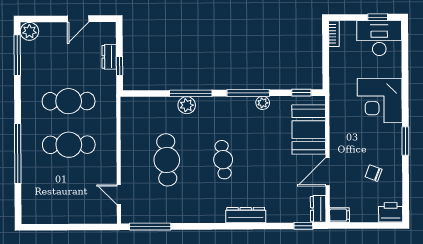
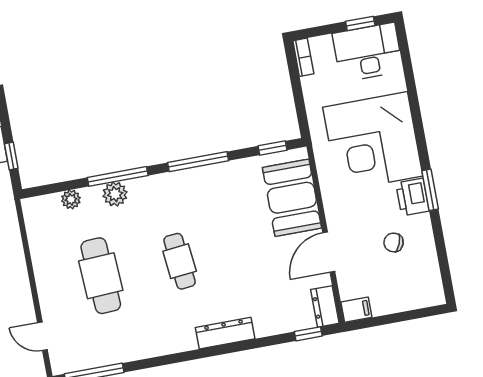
corner desk: (380, 101) -> (373, 142), width x1.36, depth x1.36
plant: (263, 103) -> (71, 199), moved
printer: (391, 212) -> (412, 197), moved, turned -90

